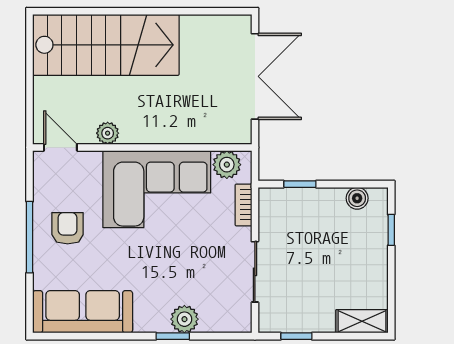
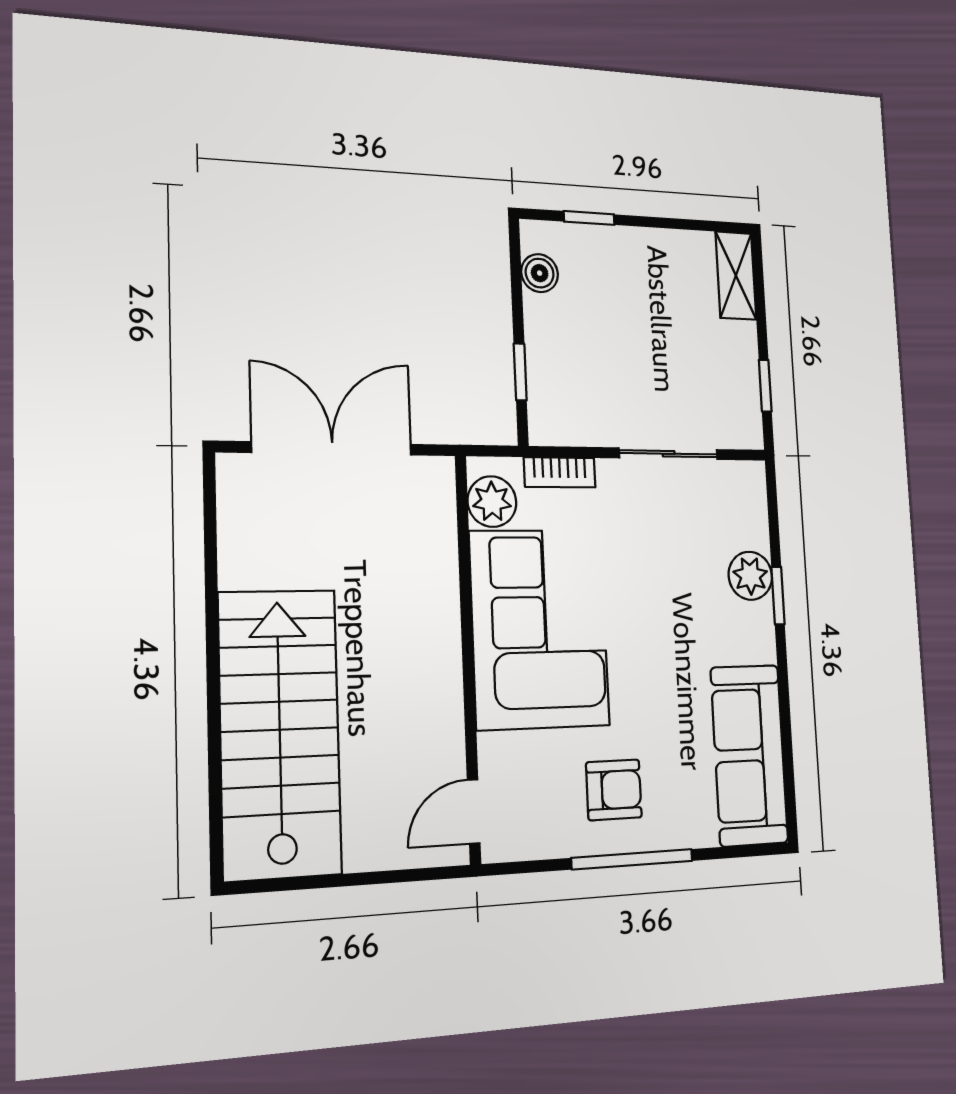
plant: (108, 133) -> (445, 723), removed
armchair: (68, 228) -> (614, 790), turned 180

